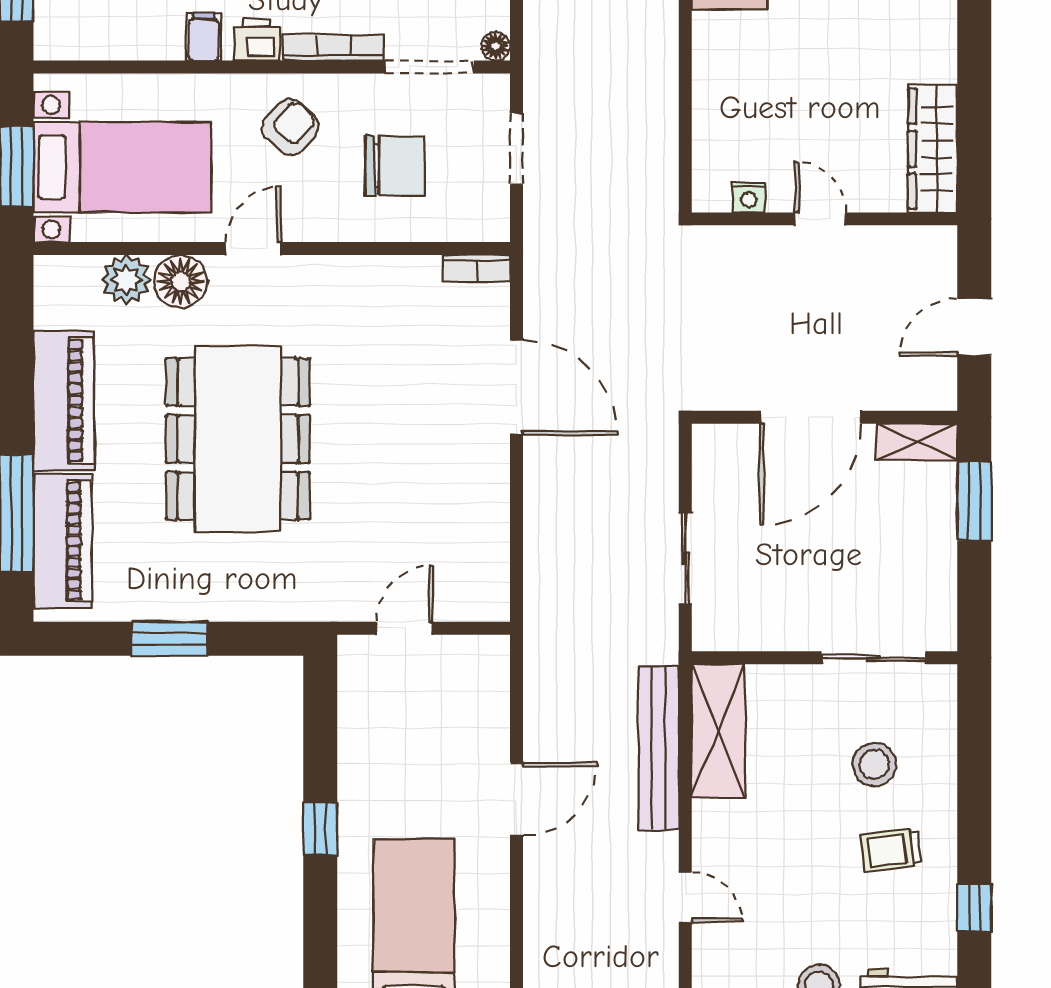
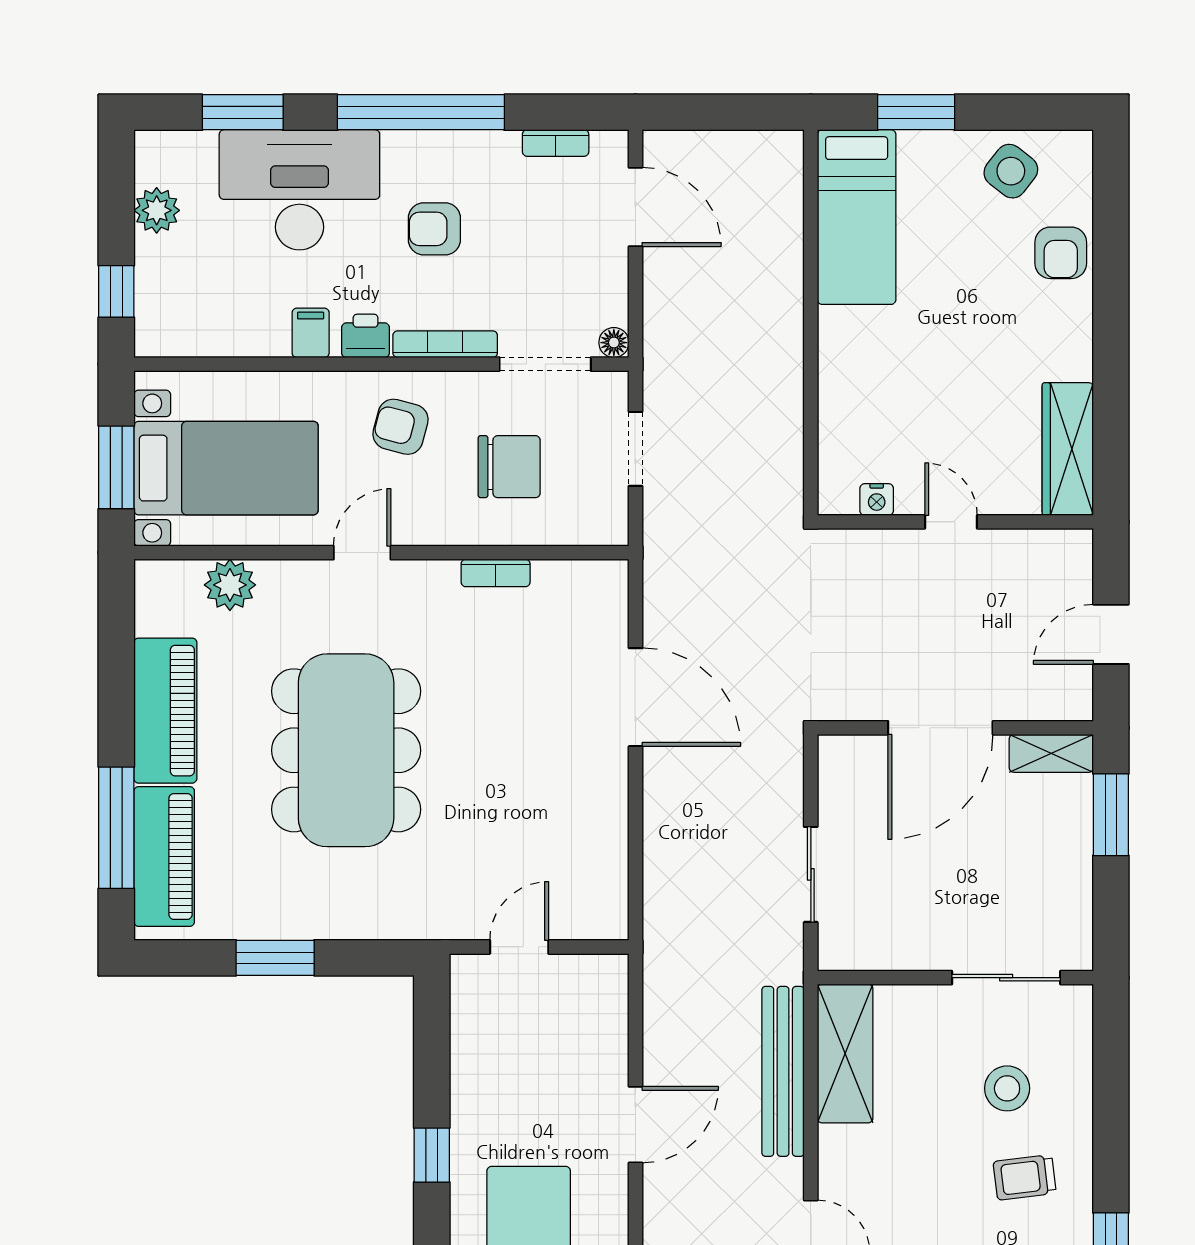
armchair: (290, 127) -> (401, 427), turned -116
bookcase: (477, 268) -> (496, 573), moved
floor lamp: (181, 281) -> (287, 587), removed

